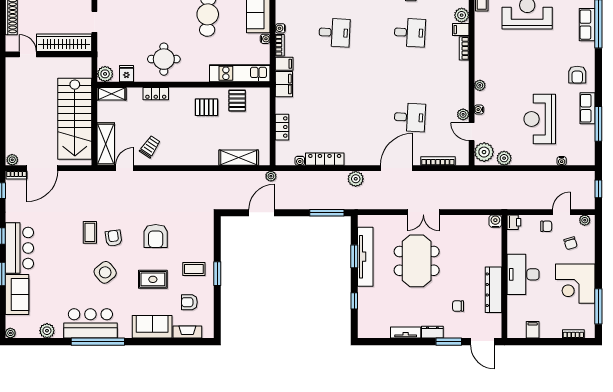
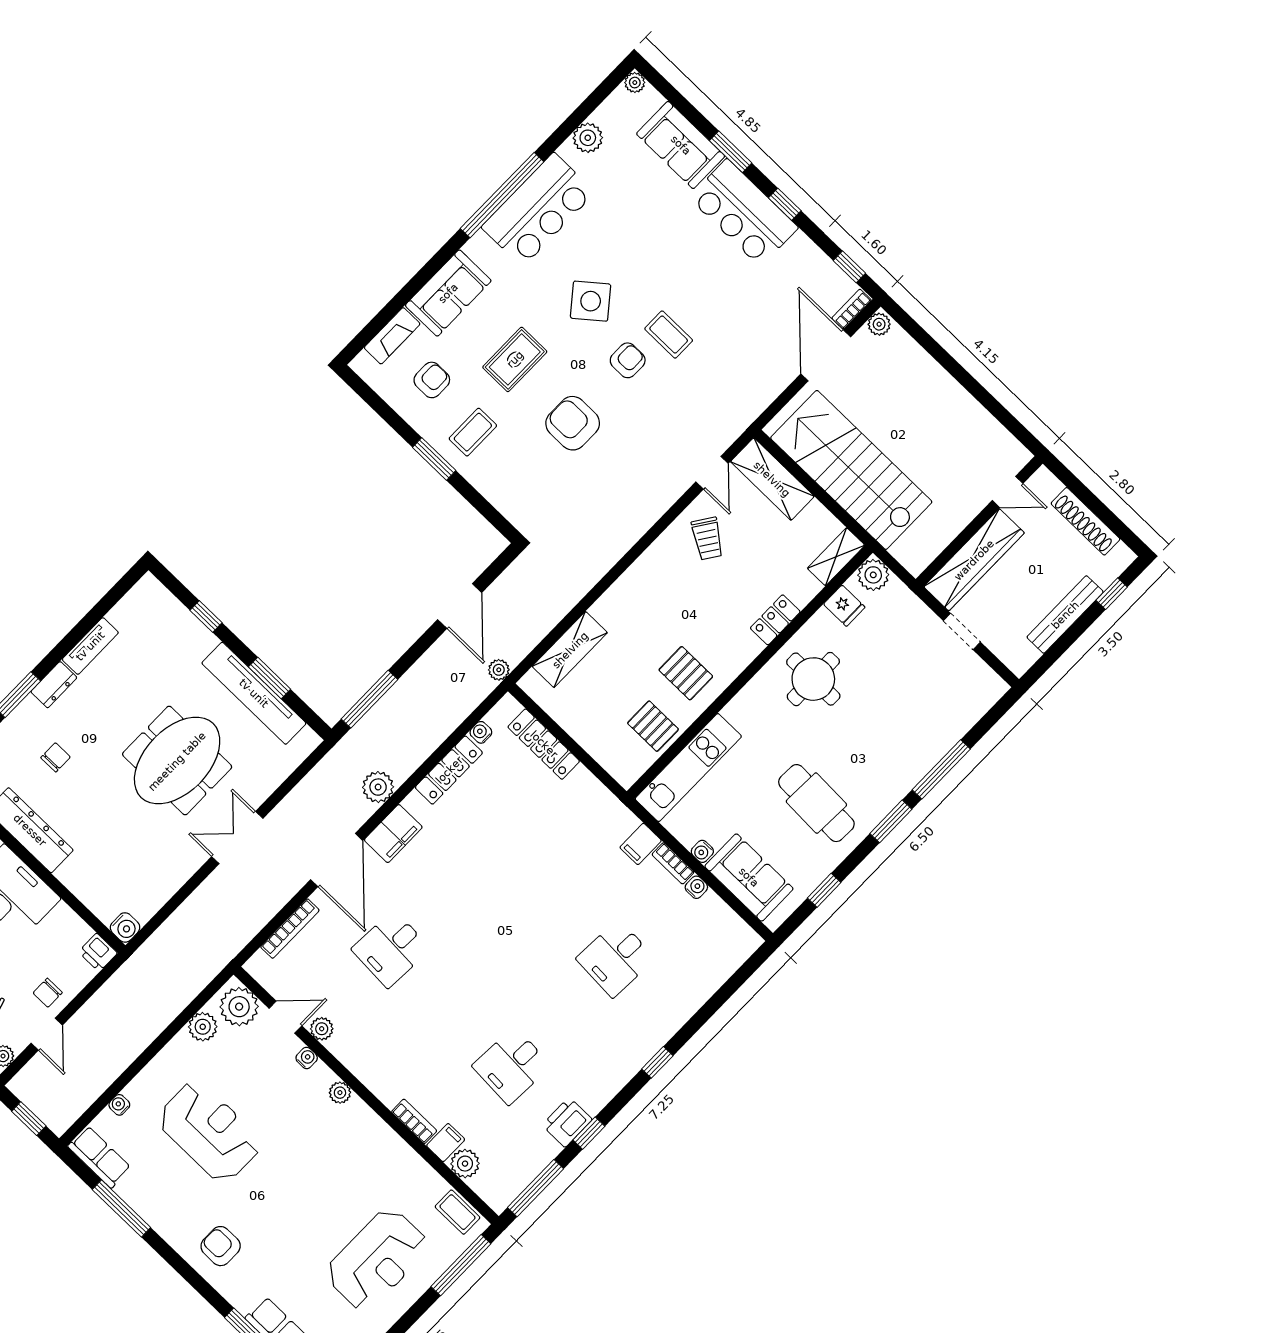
filing cabinet: (284, 84) -> (393, 834), moved, turned -90
pallet: (206, 107) -> (686, 673), turned 90
row of seats: (588, 108) -> (99, 1157), moved
locker: (282, 127) -> (544, 744), width x1.53
armchair: (114, 238) -> (628, 360), turned -82
meeting table: (417, 261) -> (177, 761), turned 90

